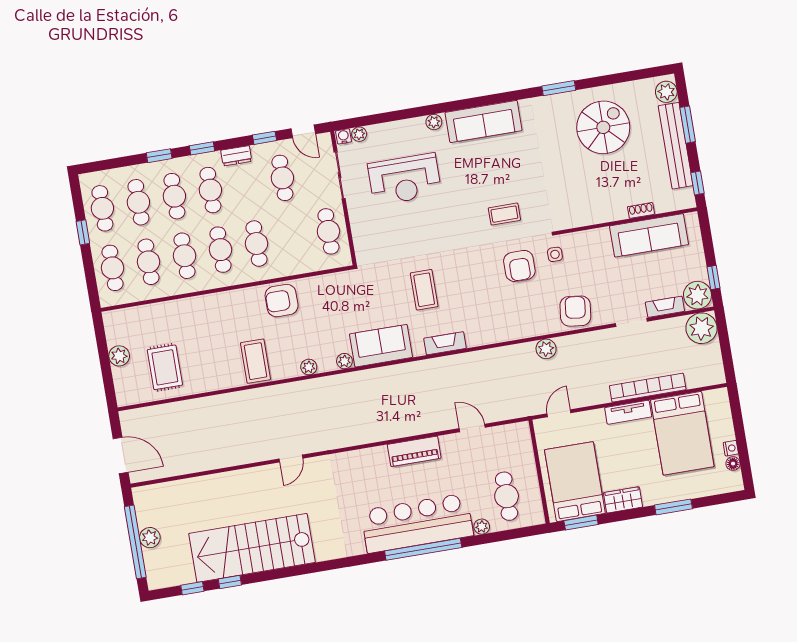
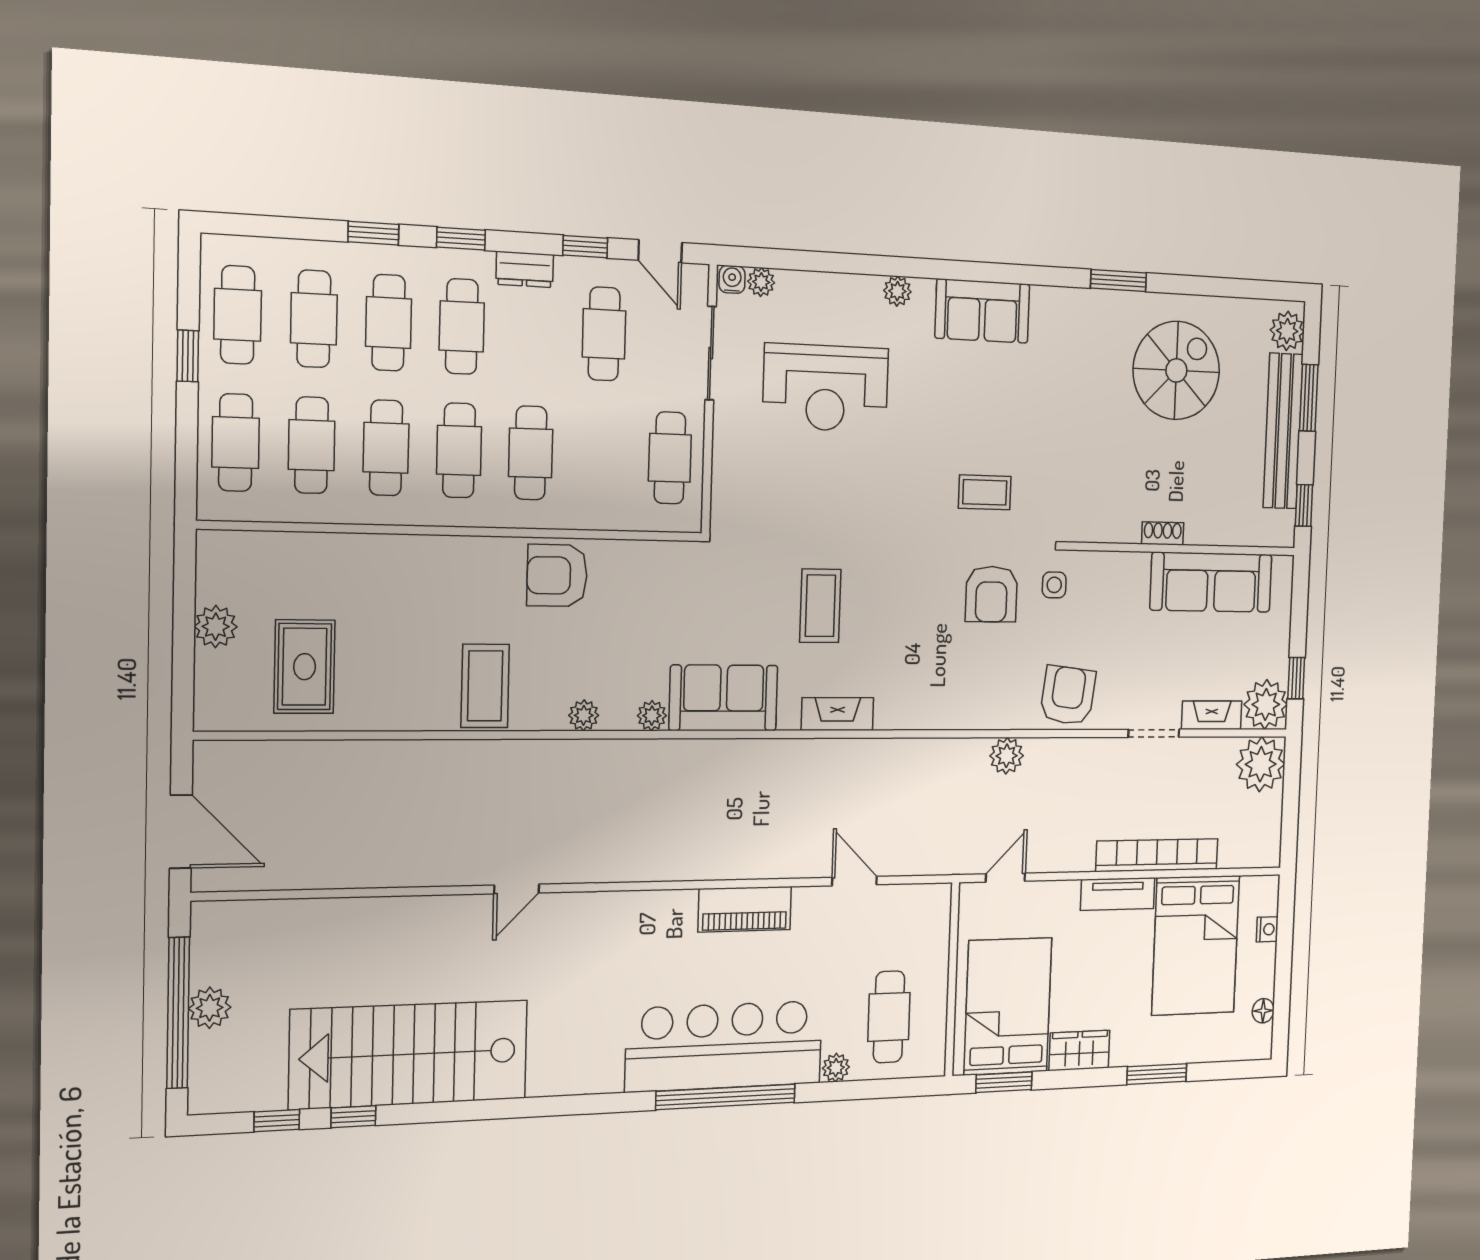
sofa: (484, 121) -> (982, 311), width x0.73
shoe rack: (641, 210) -> (1163, 533), moved
nightstand: (731, 448) -> (1267, 929), moved

